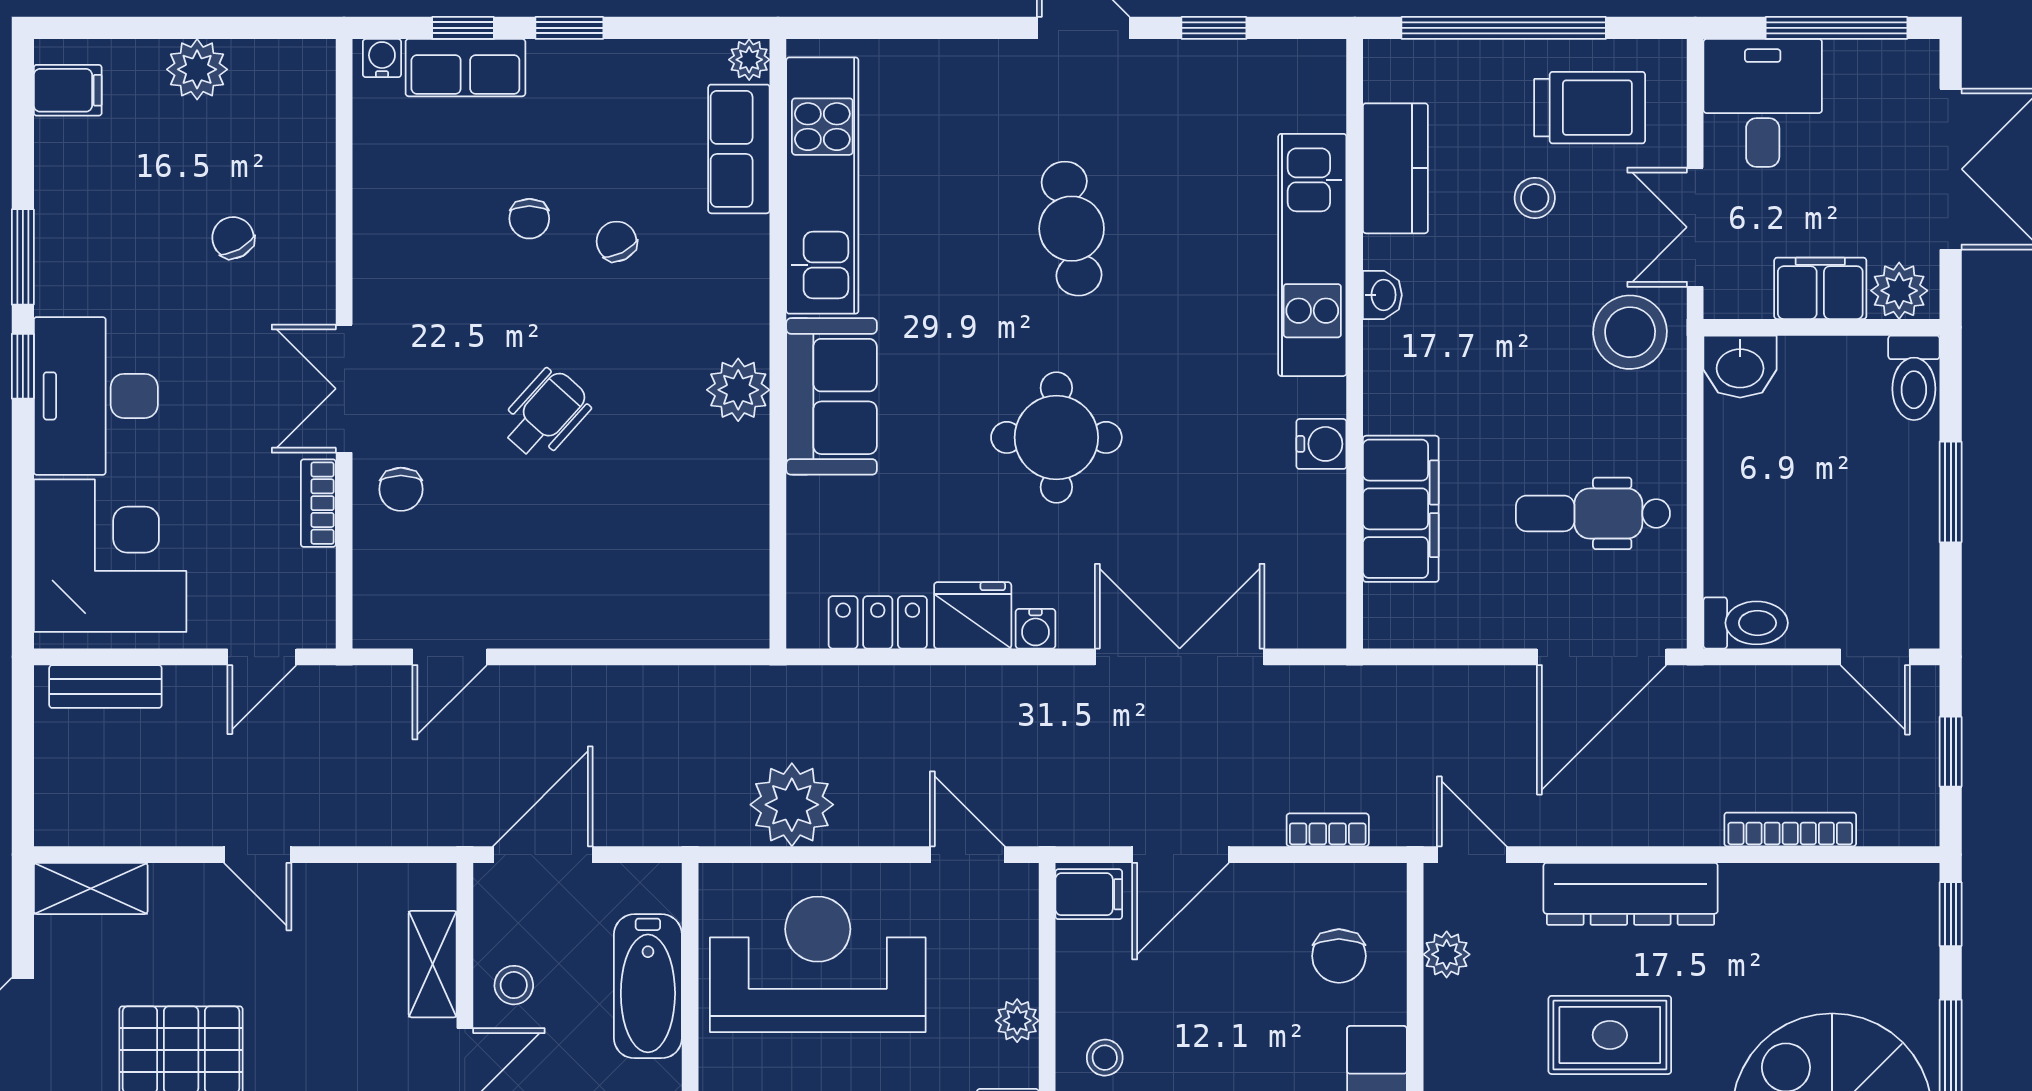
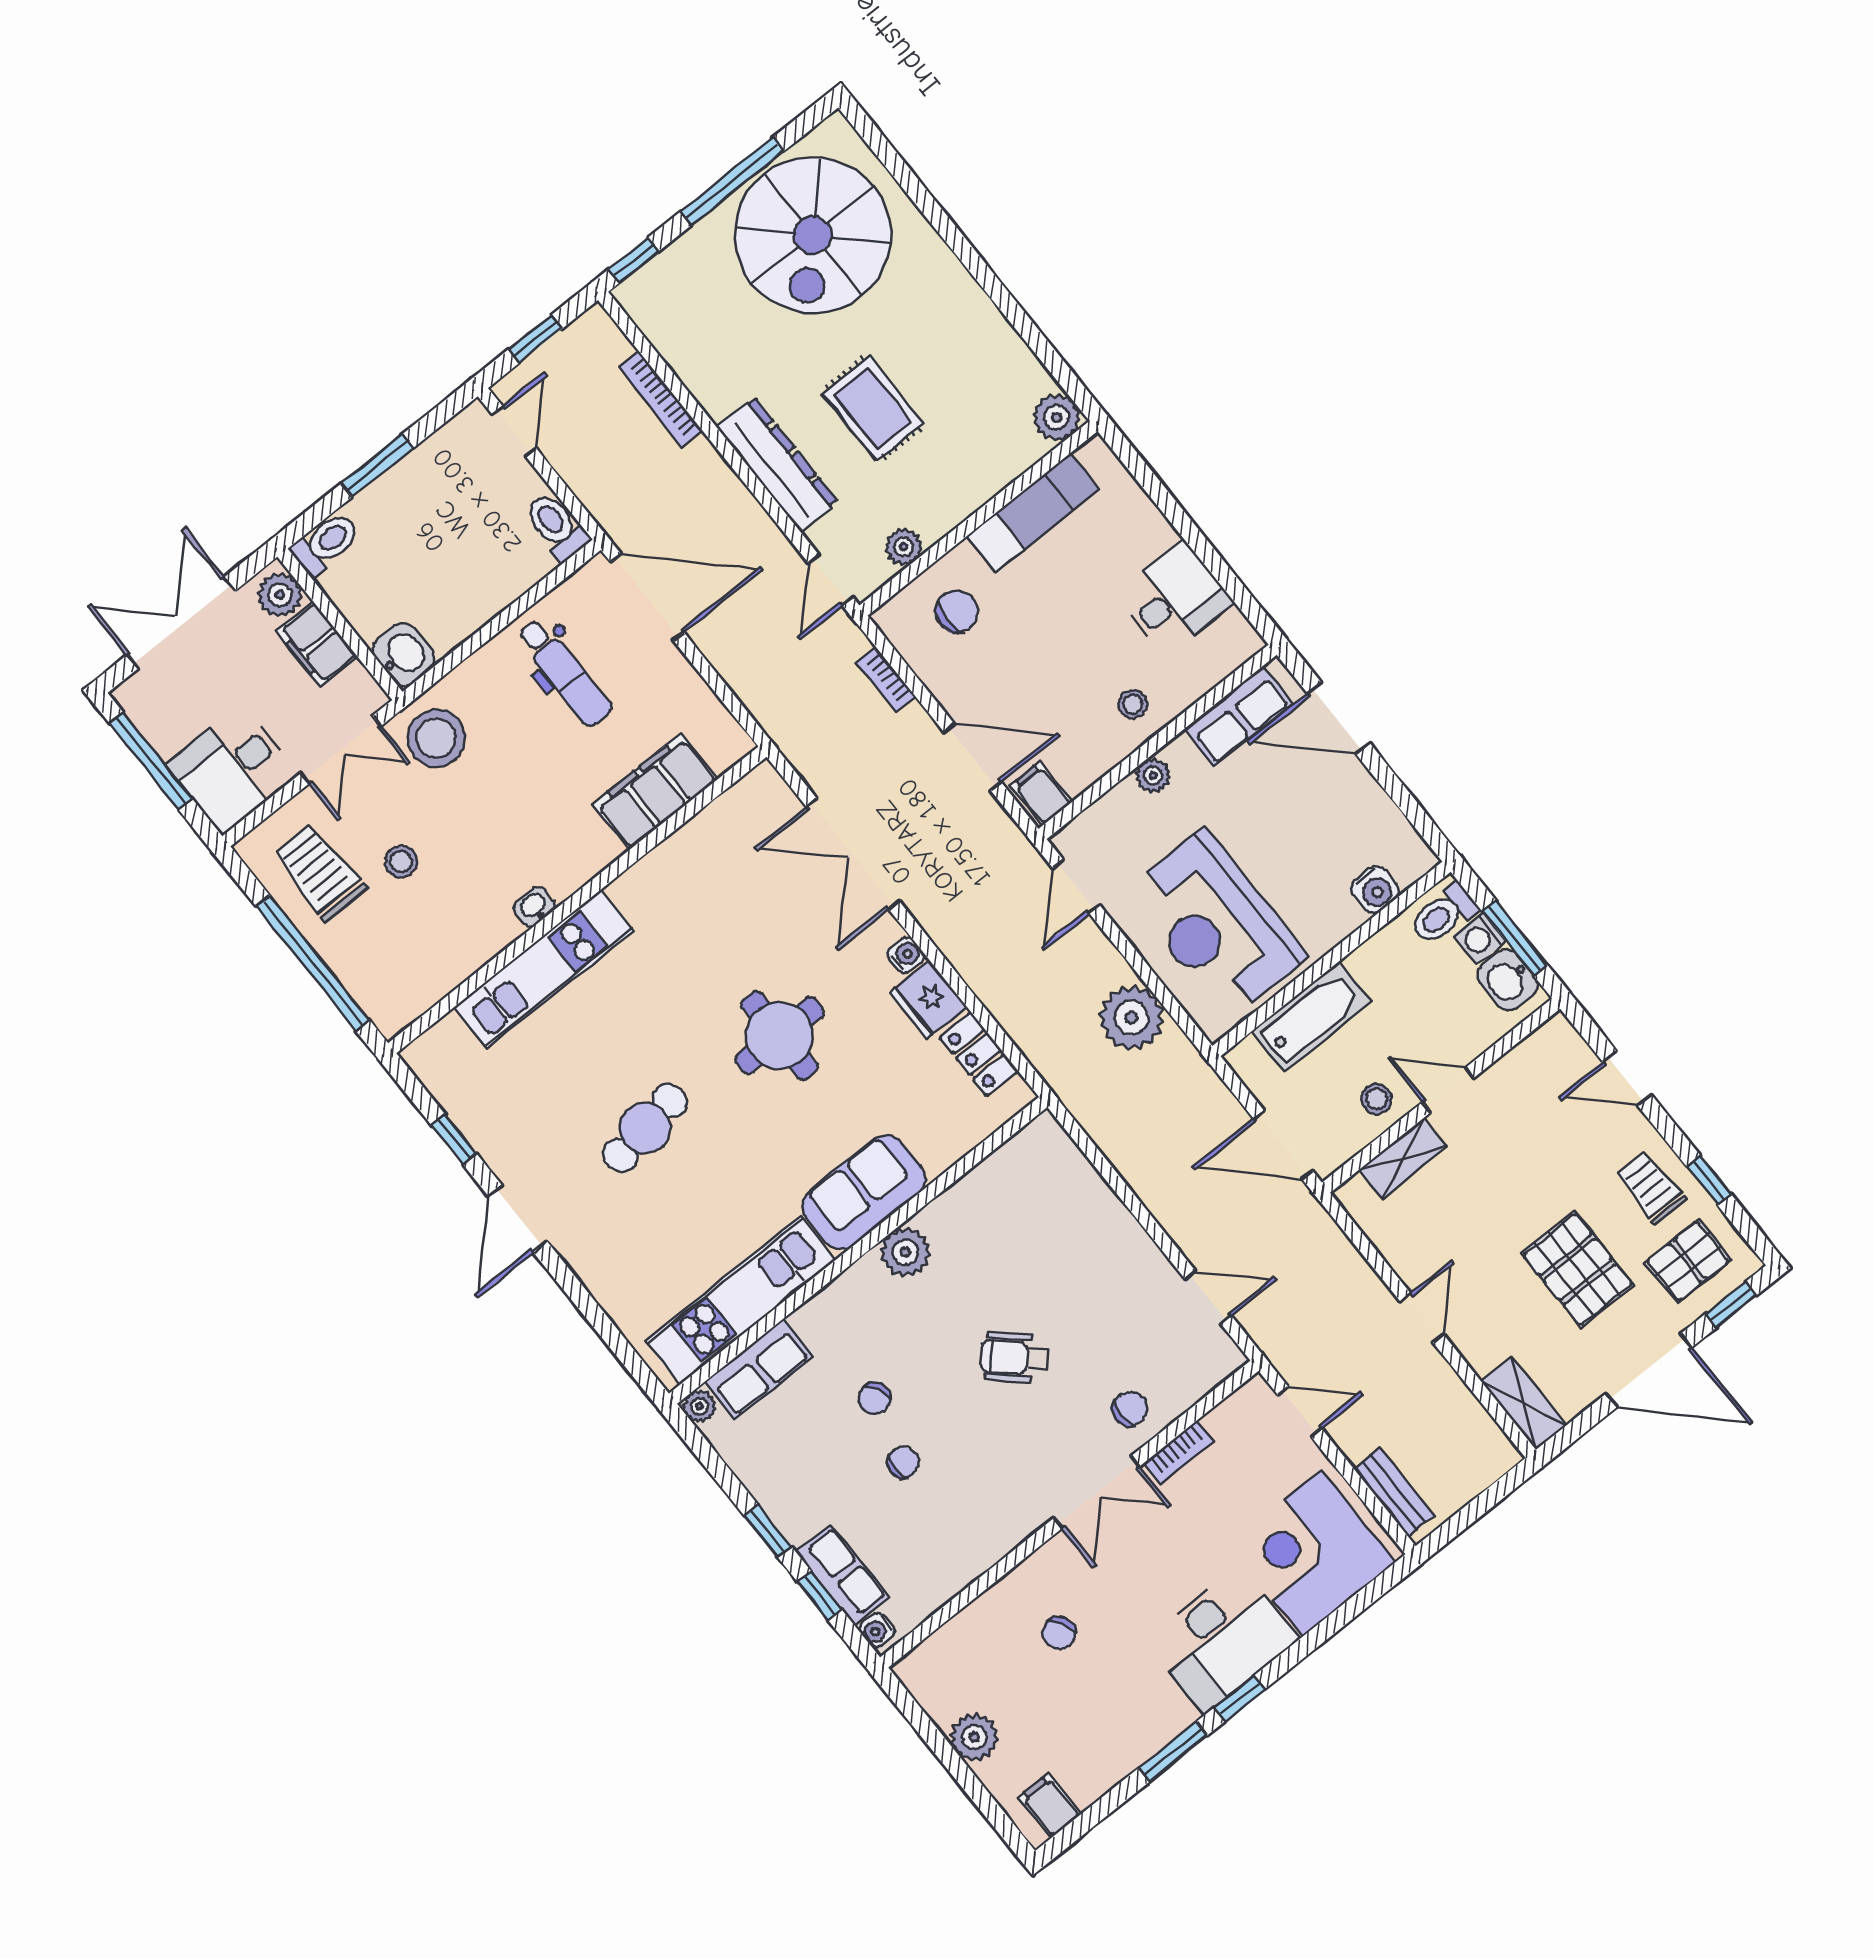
kitchen counter: (1395, 168) -> (451, 961), removed
water cooler: (1321, 444) -> (654, 871), removed

